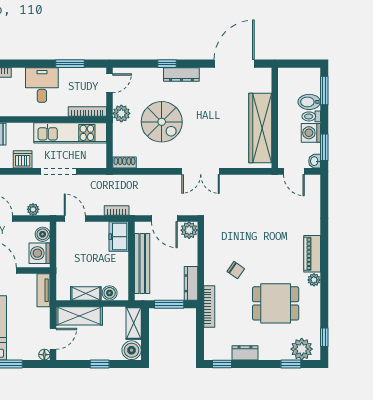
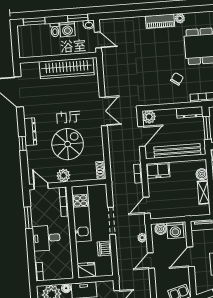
bidet: (309, 102) -> (44, 32), removed
door: (294, 171) -> (98, 40), hinge flipped

